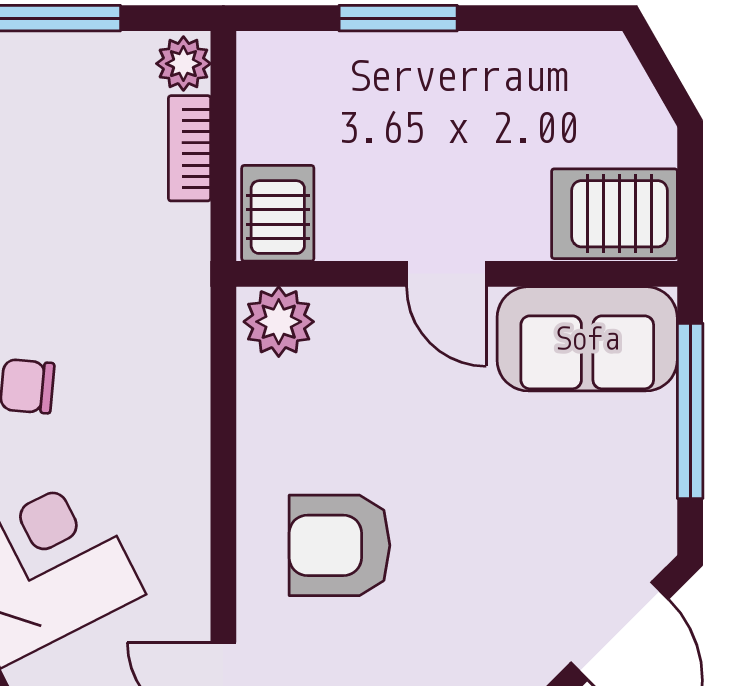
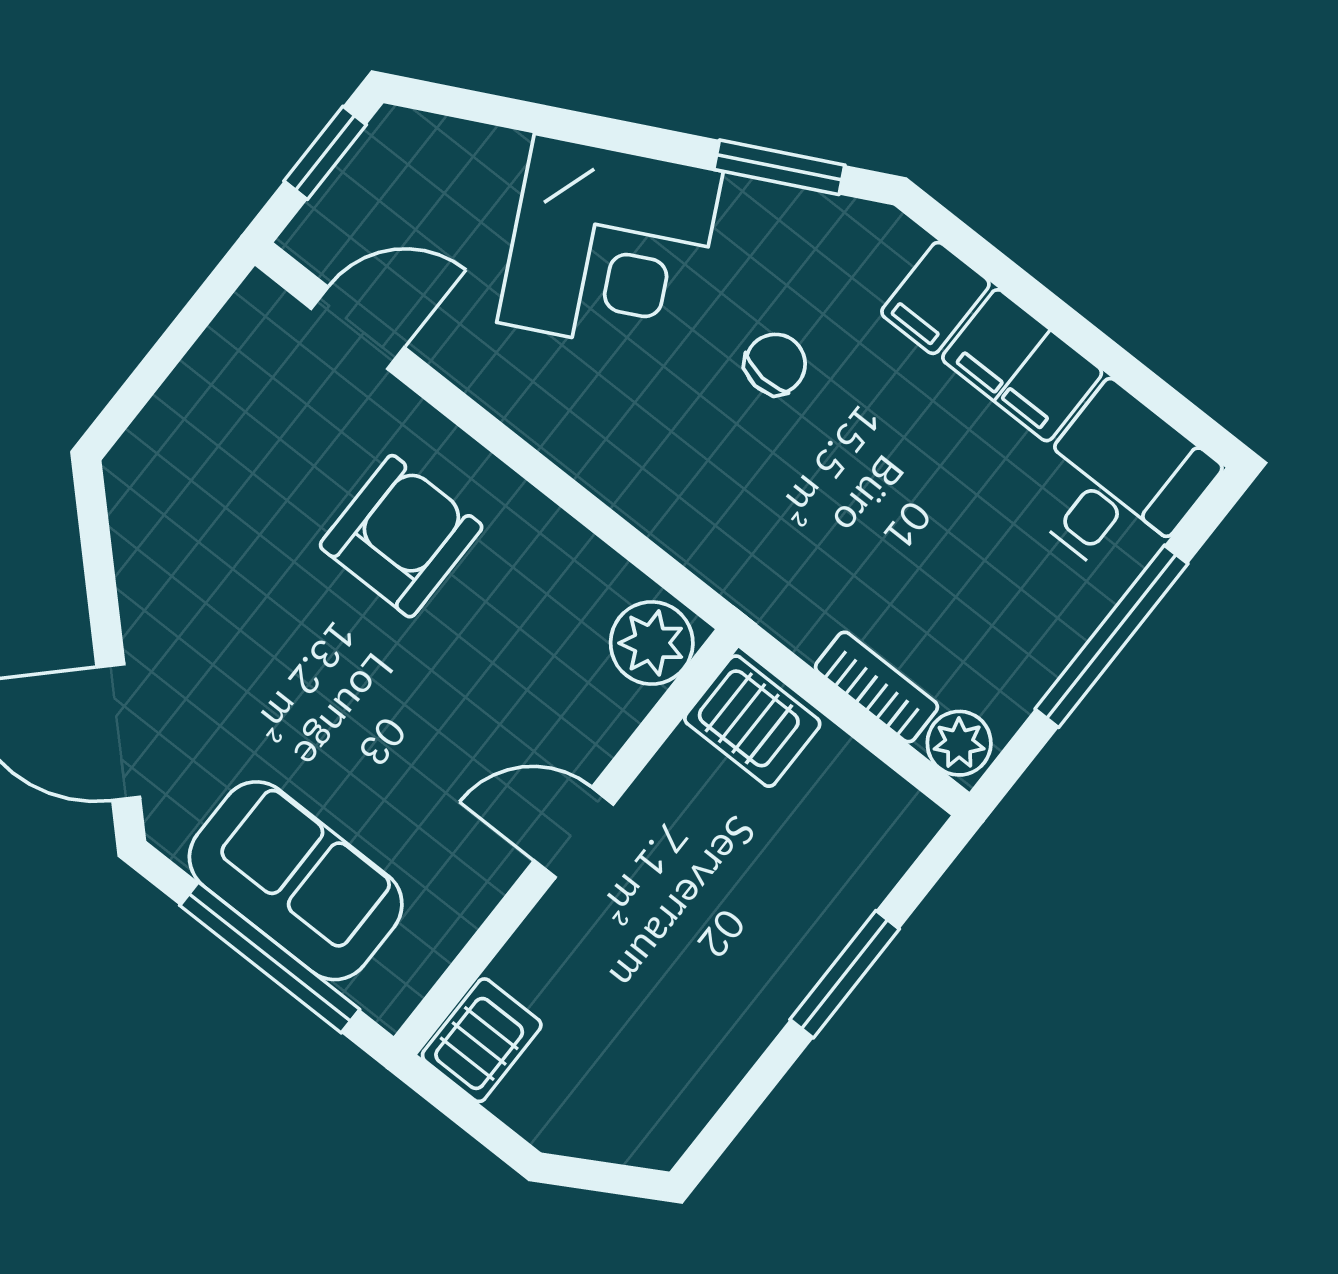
server rack: (614, 214) -> (482, 1040), width x0.73, depth x0.70
sofa: (587, 339) -> (296, 881), moved, turned 90

